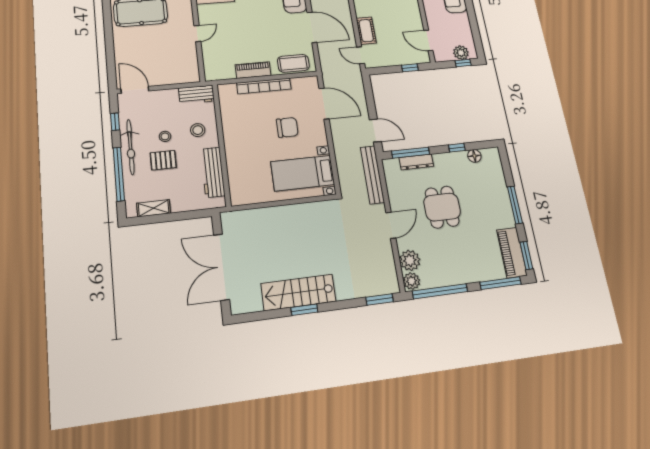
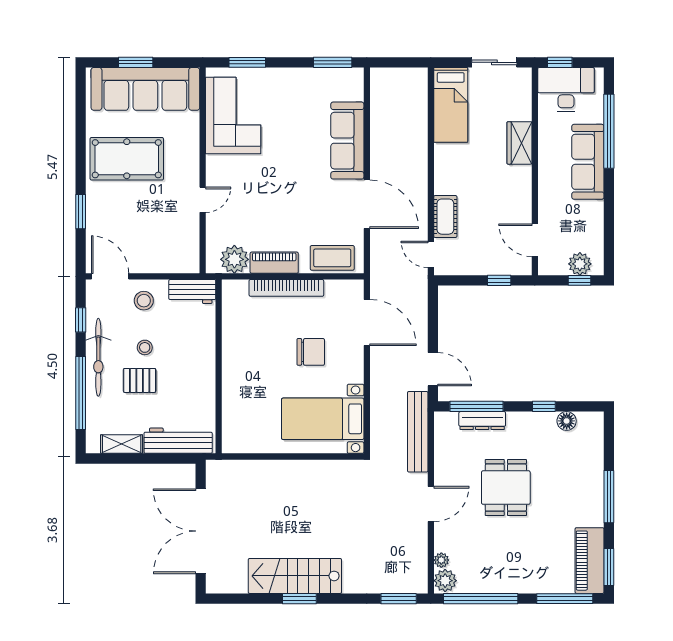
window: (110, 48) -> (81, 212), added
plant: (224, 70) -> (234, 259), added
stool: (198, 130) -> (144, 301), moved
workbench: (213, 172) -> (178, 441), moved, turned 90
plant: (410, 260) -> (441, 560), width x0.53, depth x0.53

